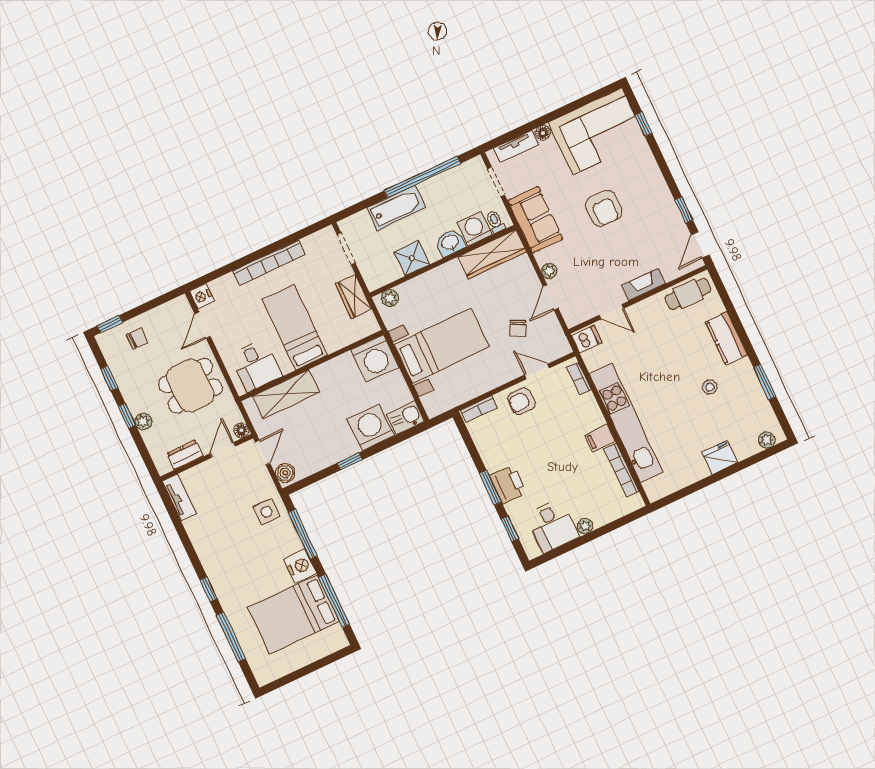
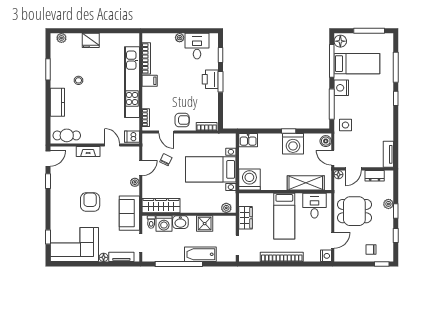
washing machine: (371, 427) -> (293, 144), moved
door: (263, 452) -> (333, 158), hinge flipped
bed: (293, 615) -> (357, 64), width x0.67
floor lamp: (335, 637) -> (340, 41), added
window: (298, 674) -> (369, 31), added

